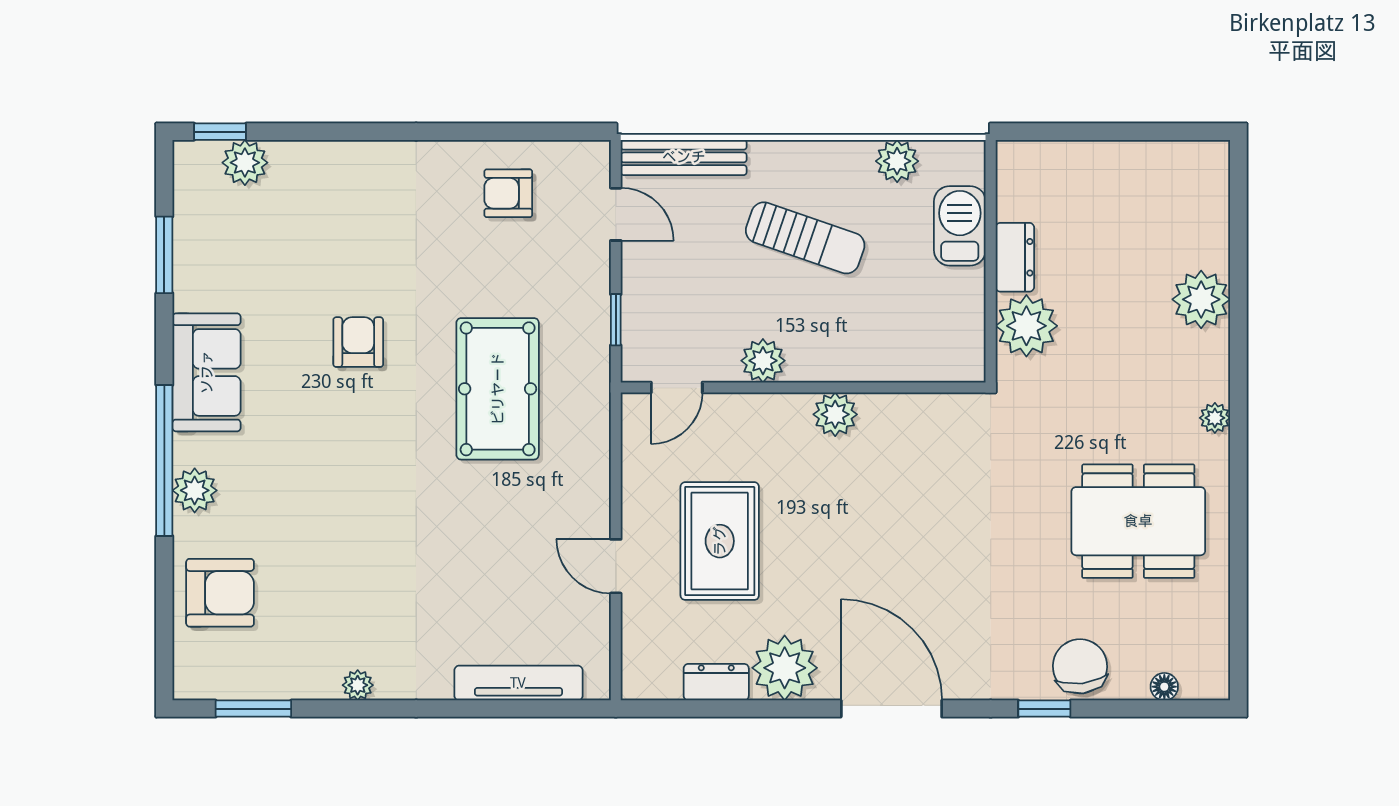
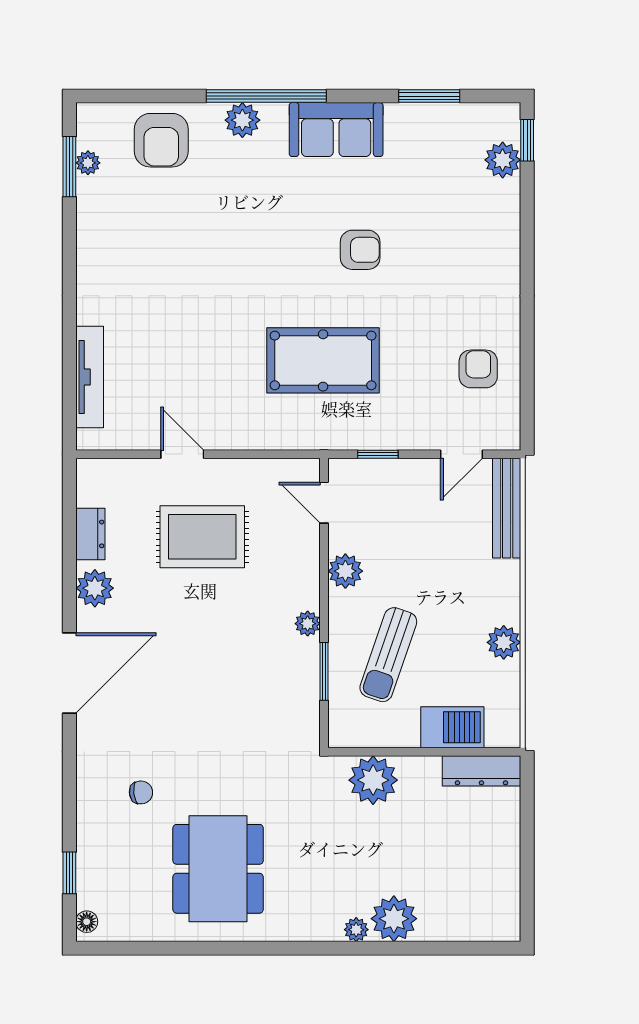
plant: (897, 161) -> (504, 642), moved
sun lounger: (805, 238) -> (388, 655), moved
dresser: (1015, 257) -> (481, 771), moved, width x1.44
window: (889, 388) -> (324, 671), added
plant: (835, 414) -> (308, 624), width x0.73, depth x0.73
plant: (1215, 418) -> (356, 930), moved
door: (616, 566) -> (182, 454), hinge flipped
chair: (1080, 666) -> (141, 792), moved, width x0.54, depth x0.54
plant: (785, 668) -> (95, 588), width x0.73, depth x0.73
plant: (358, 685) -> (88, 163), moved
floor lamp: (1164, 687) -> (87, 922), moved
window: (1044, 709) -> (69, 873), moved

